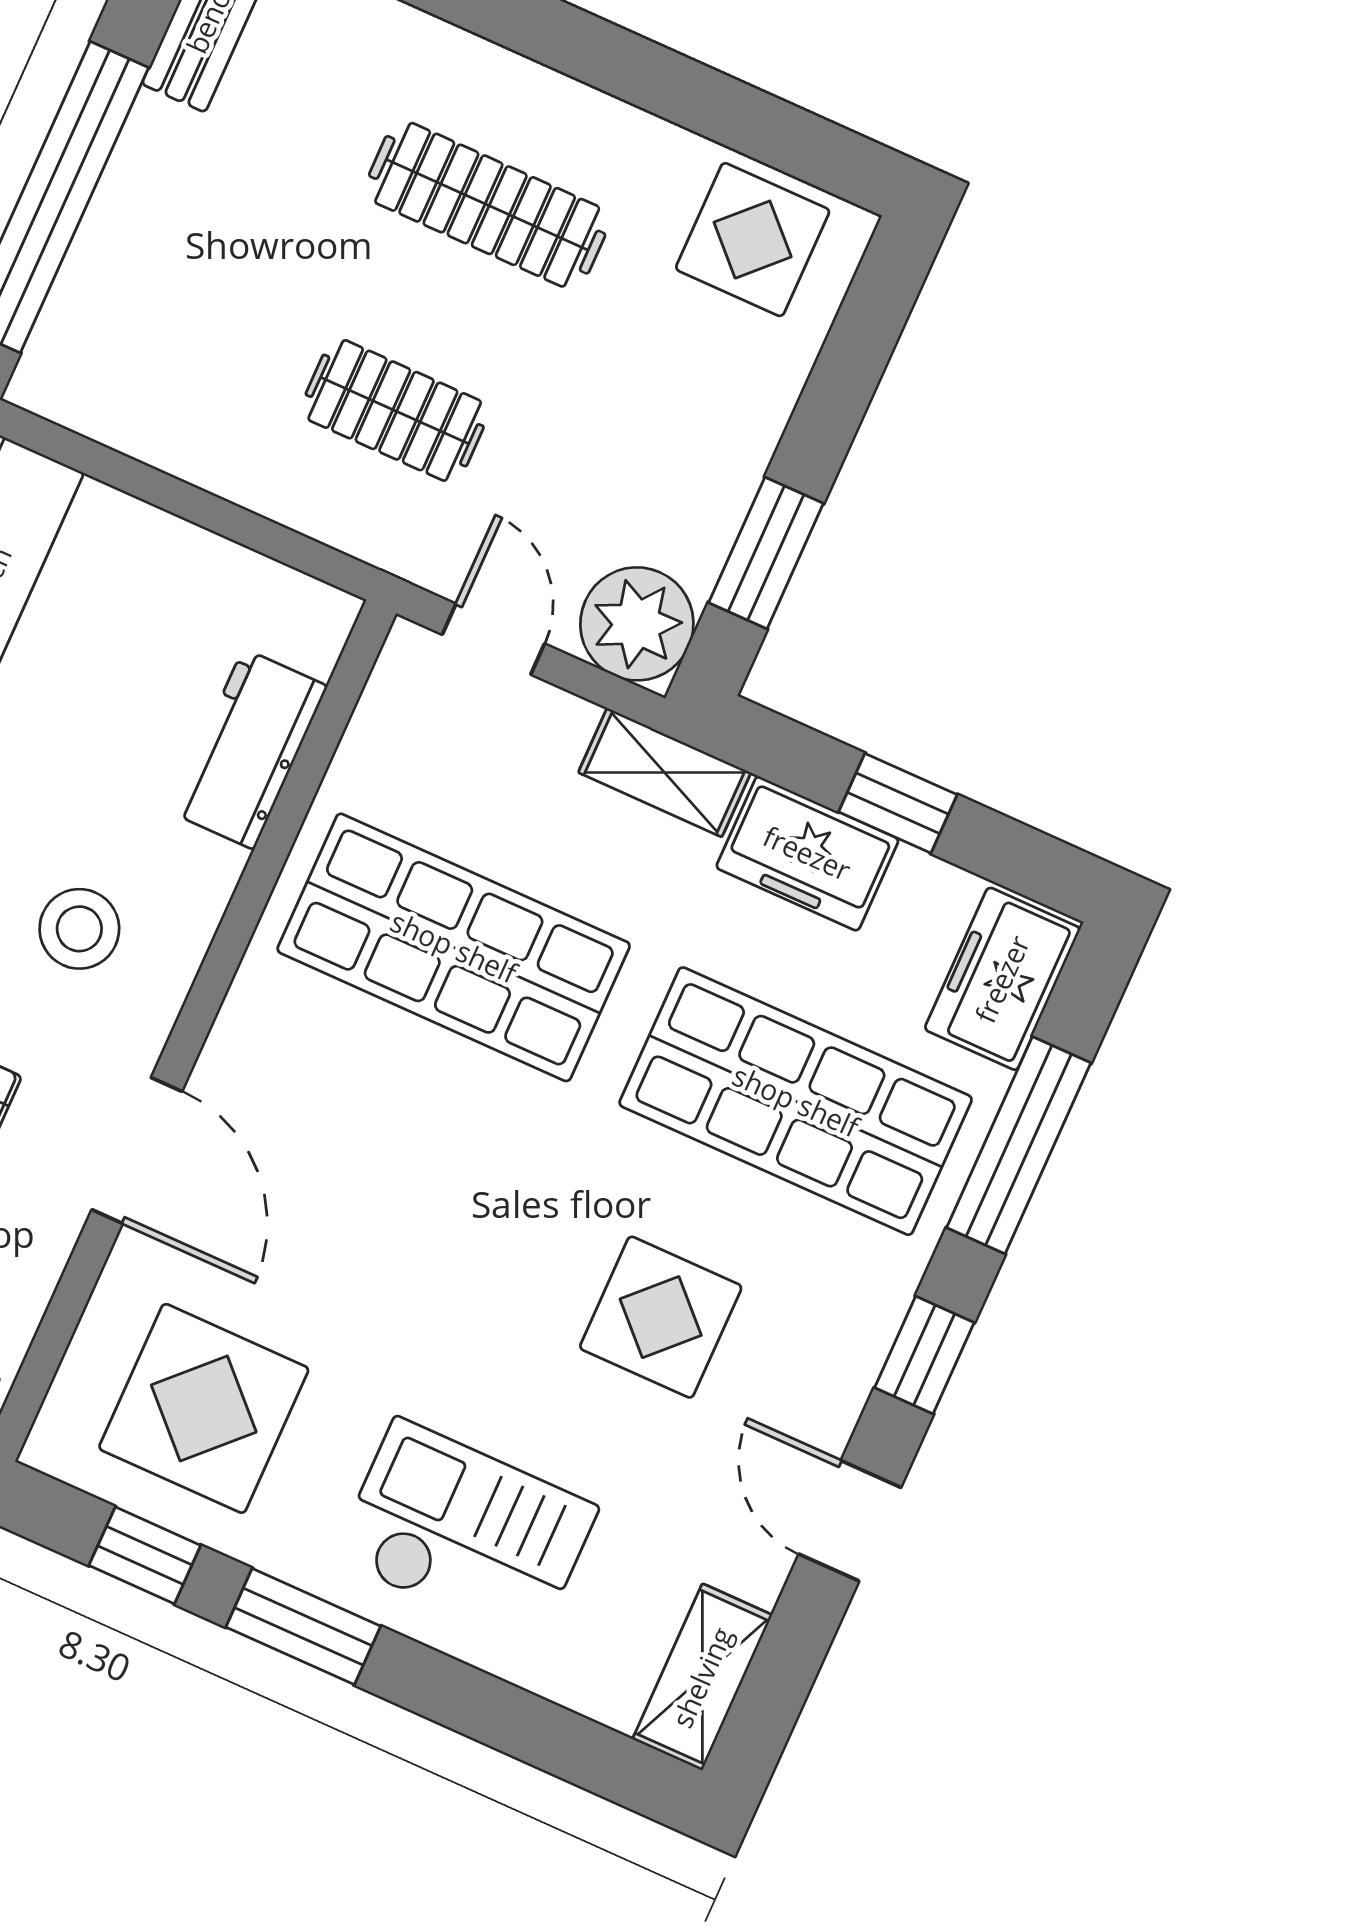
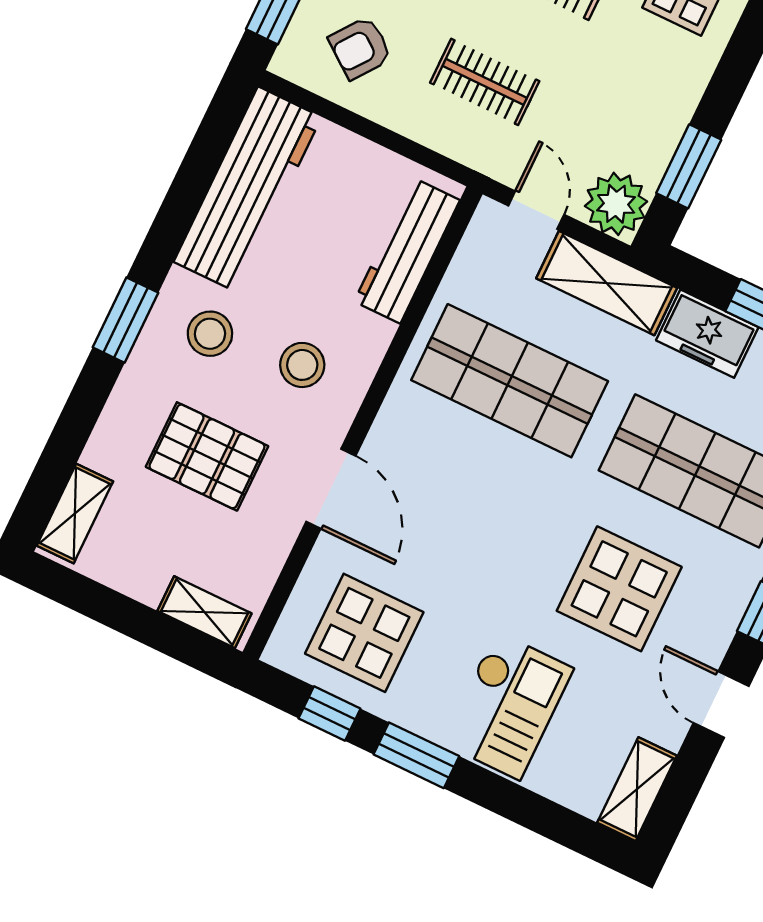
armchair: (169, 355) -> (360, 48), added
workbench: (249, 749) -> (407, 251), width x1.38
shelving: (665, 772) -> (607, 283), width x1.50, depth x1.33
display table: (661, 1317) -> (619, 589), width x1.36, depth x1.36
checkout: (465, 1533) -> (508, 706), turned 90

